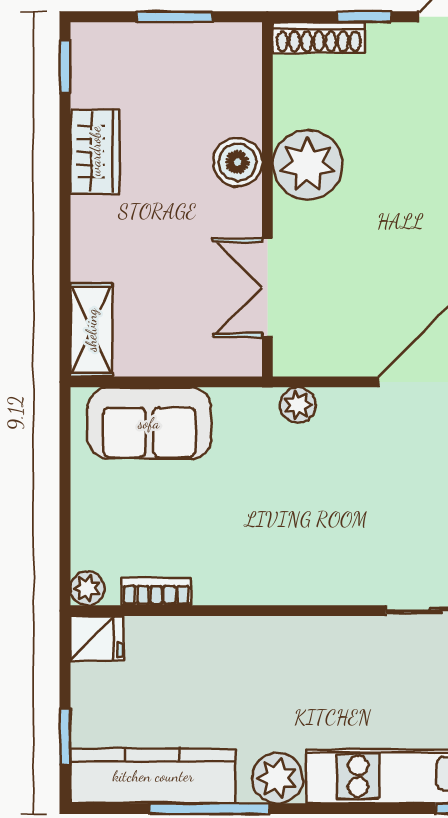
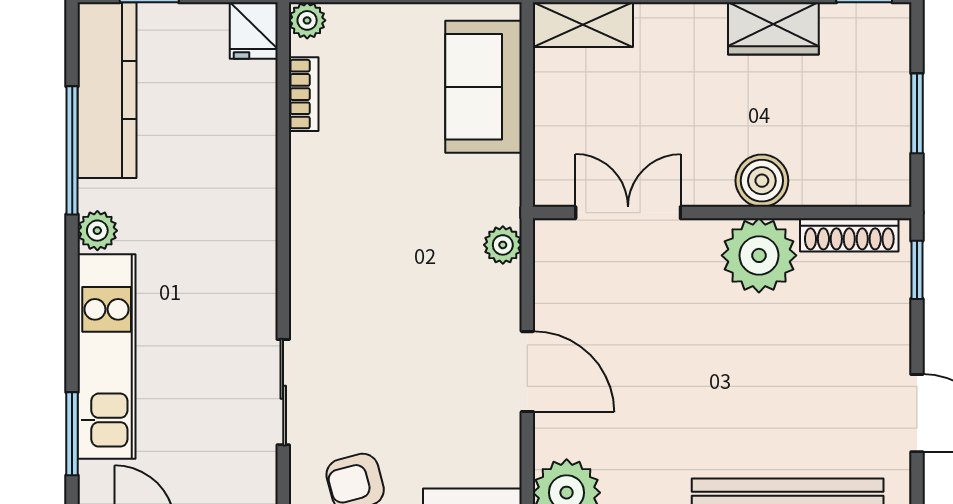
window: (364, 17) -> (917, 270), moved
shoe rack: (319, 38) -> (849, 235), moved, turned -90
plant: (277, 778) -> (97, 231), width x0.73, depth x0.73

